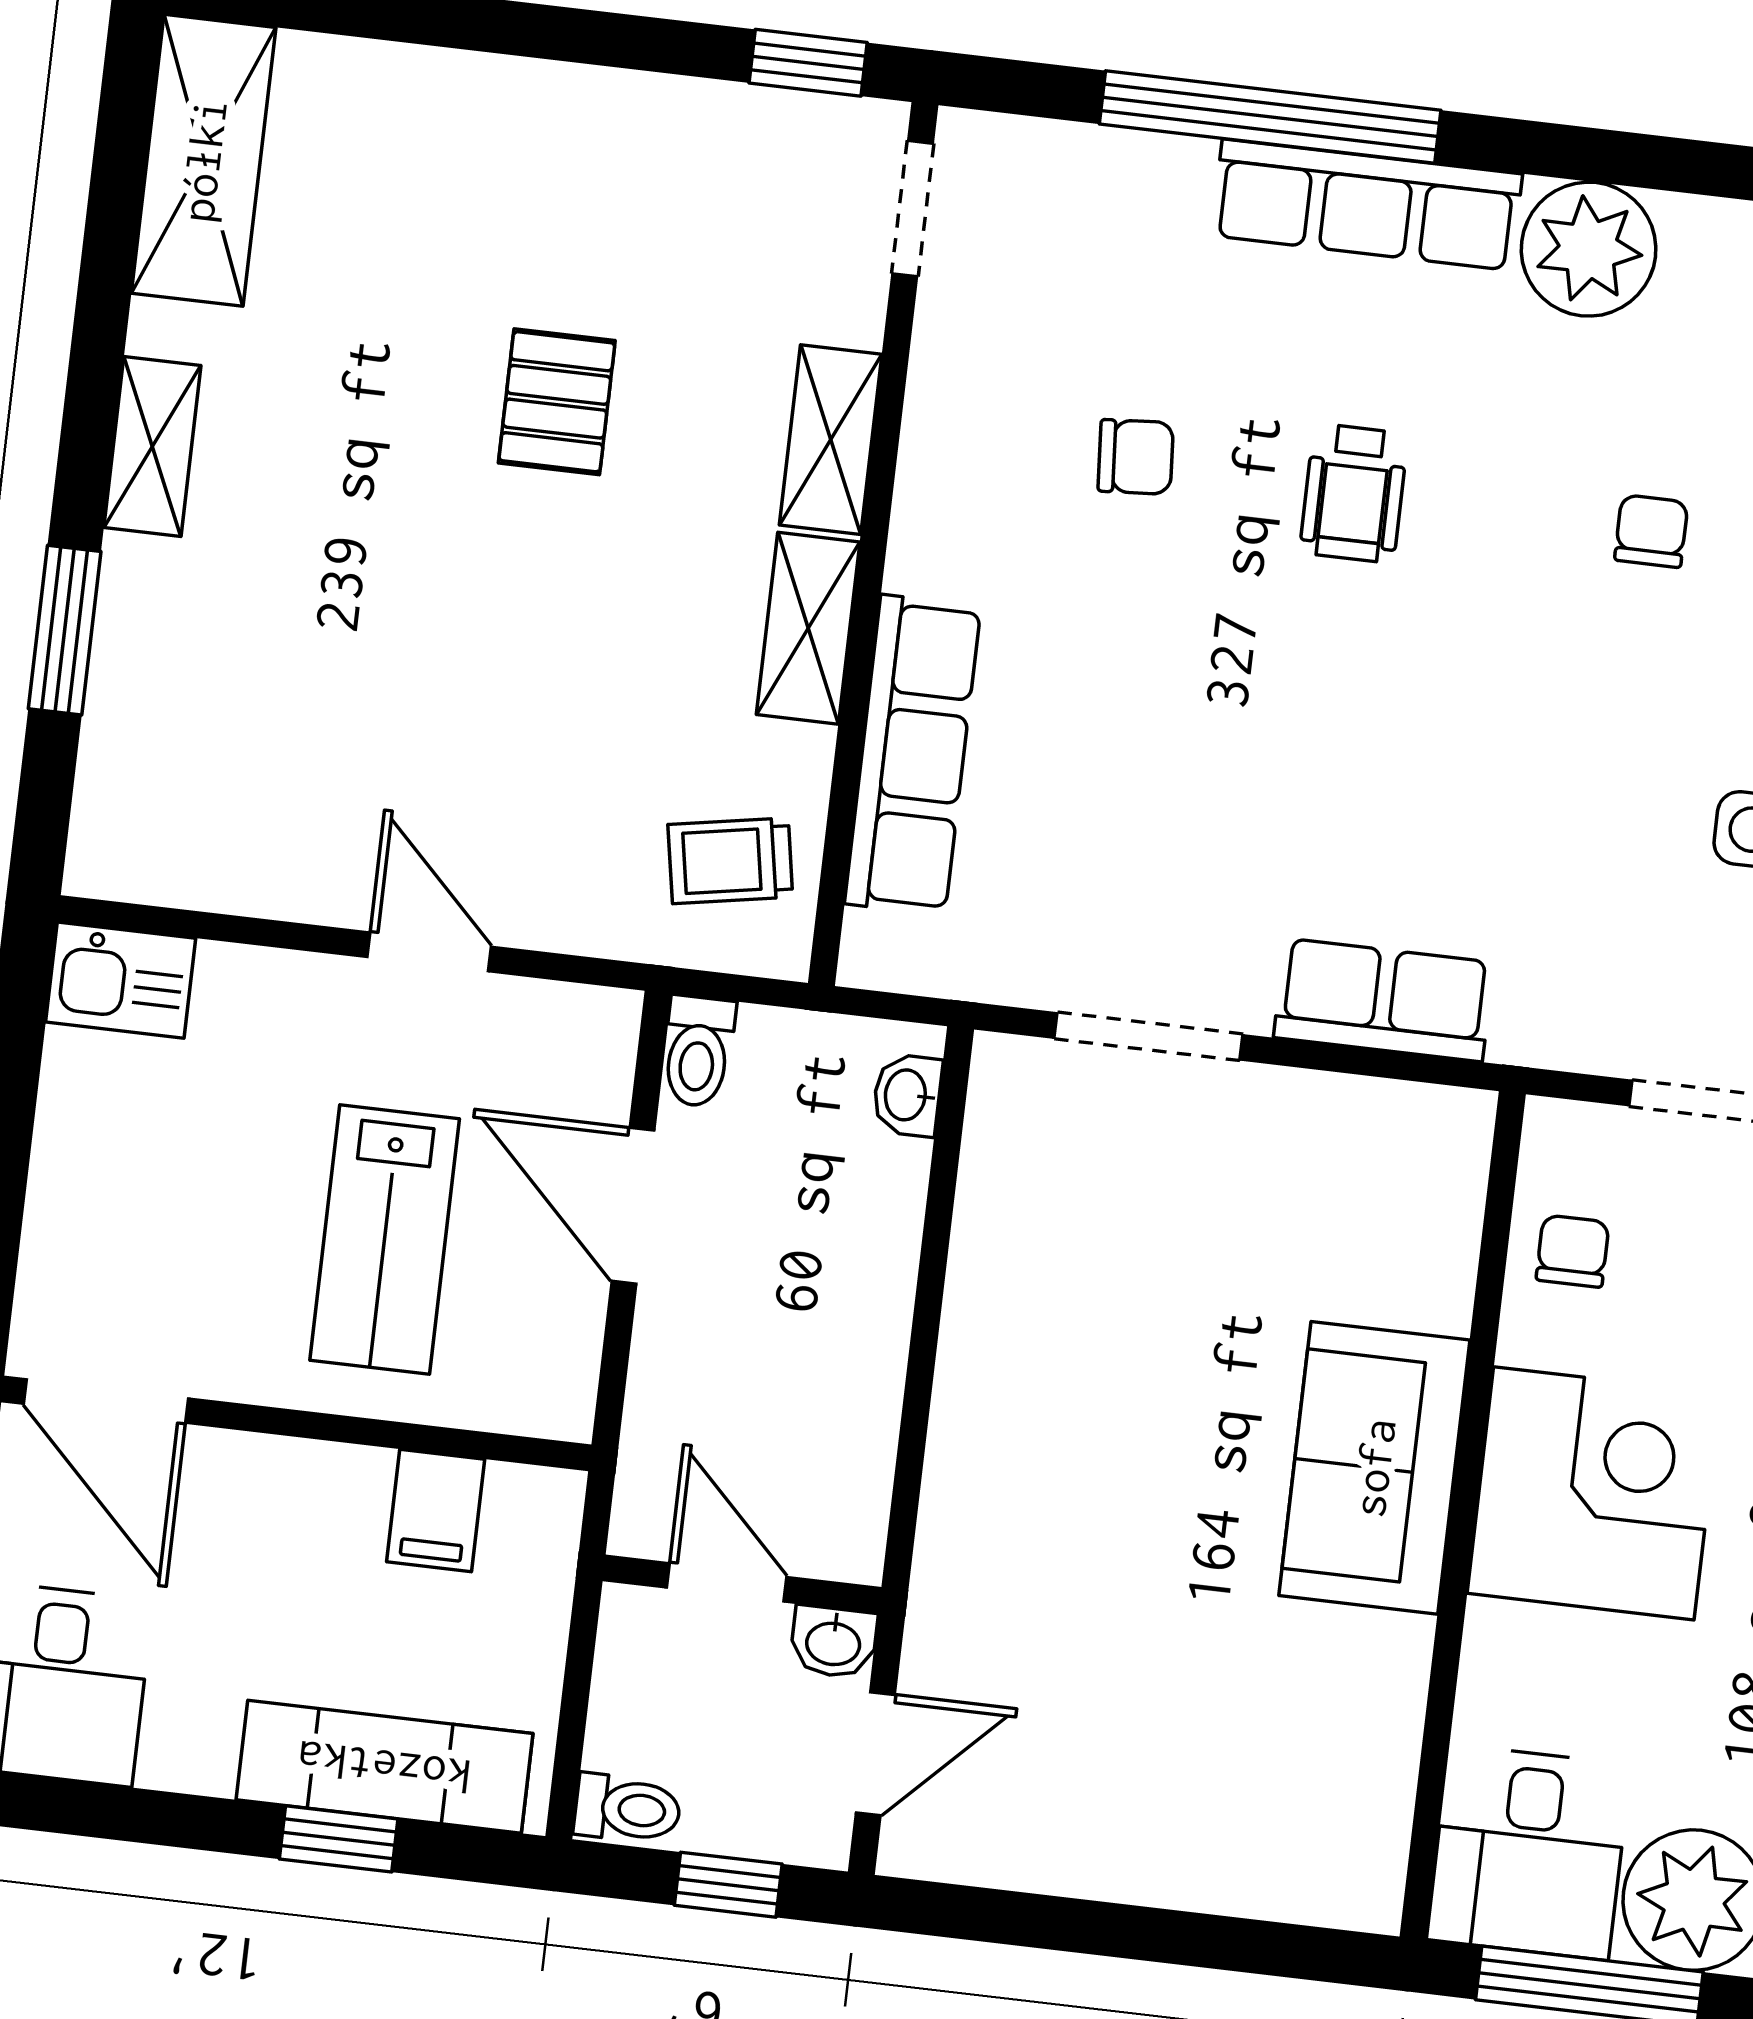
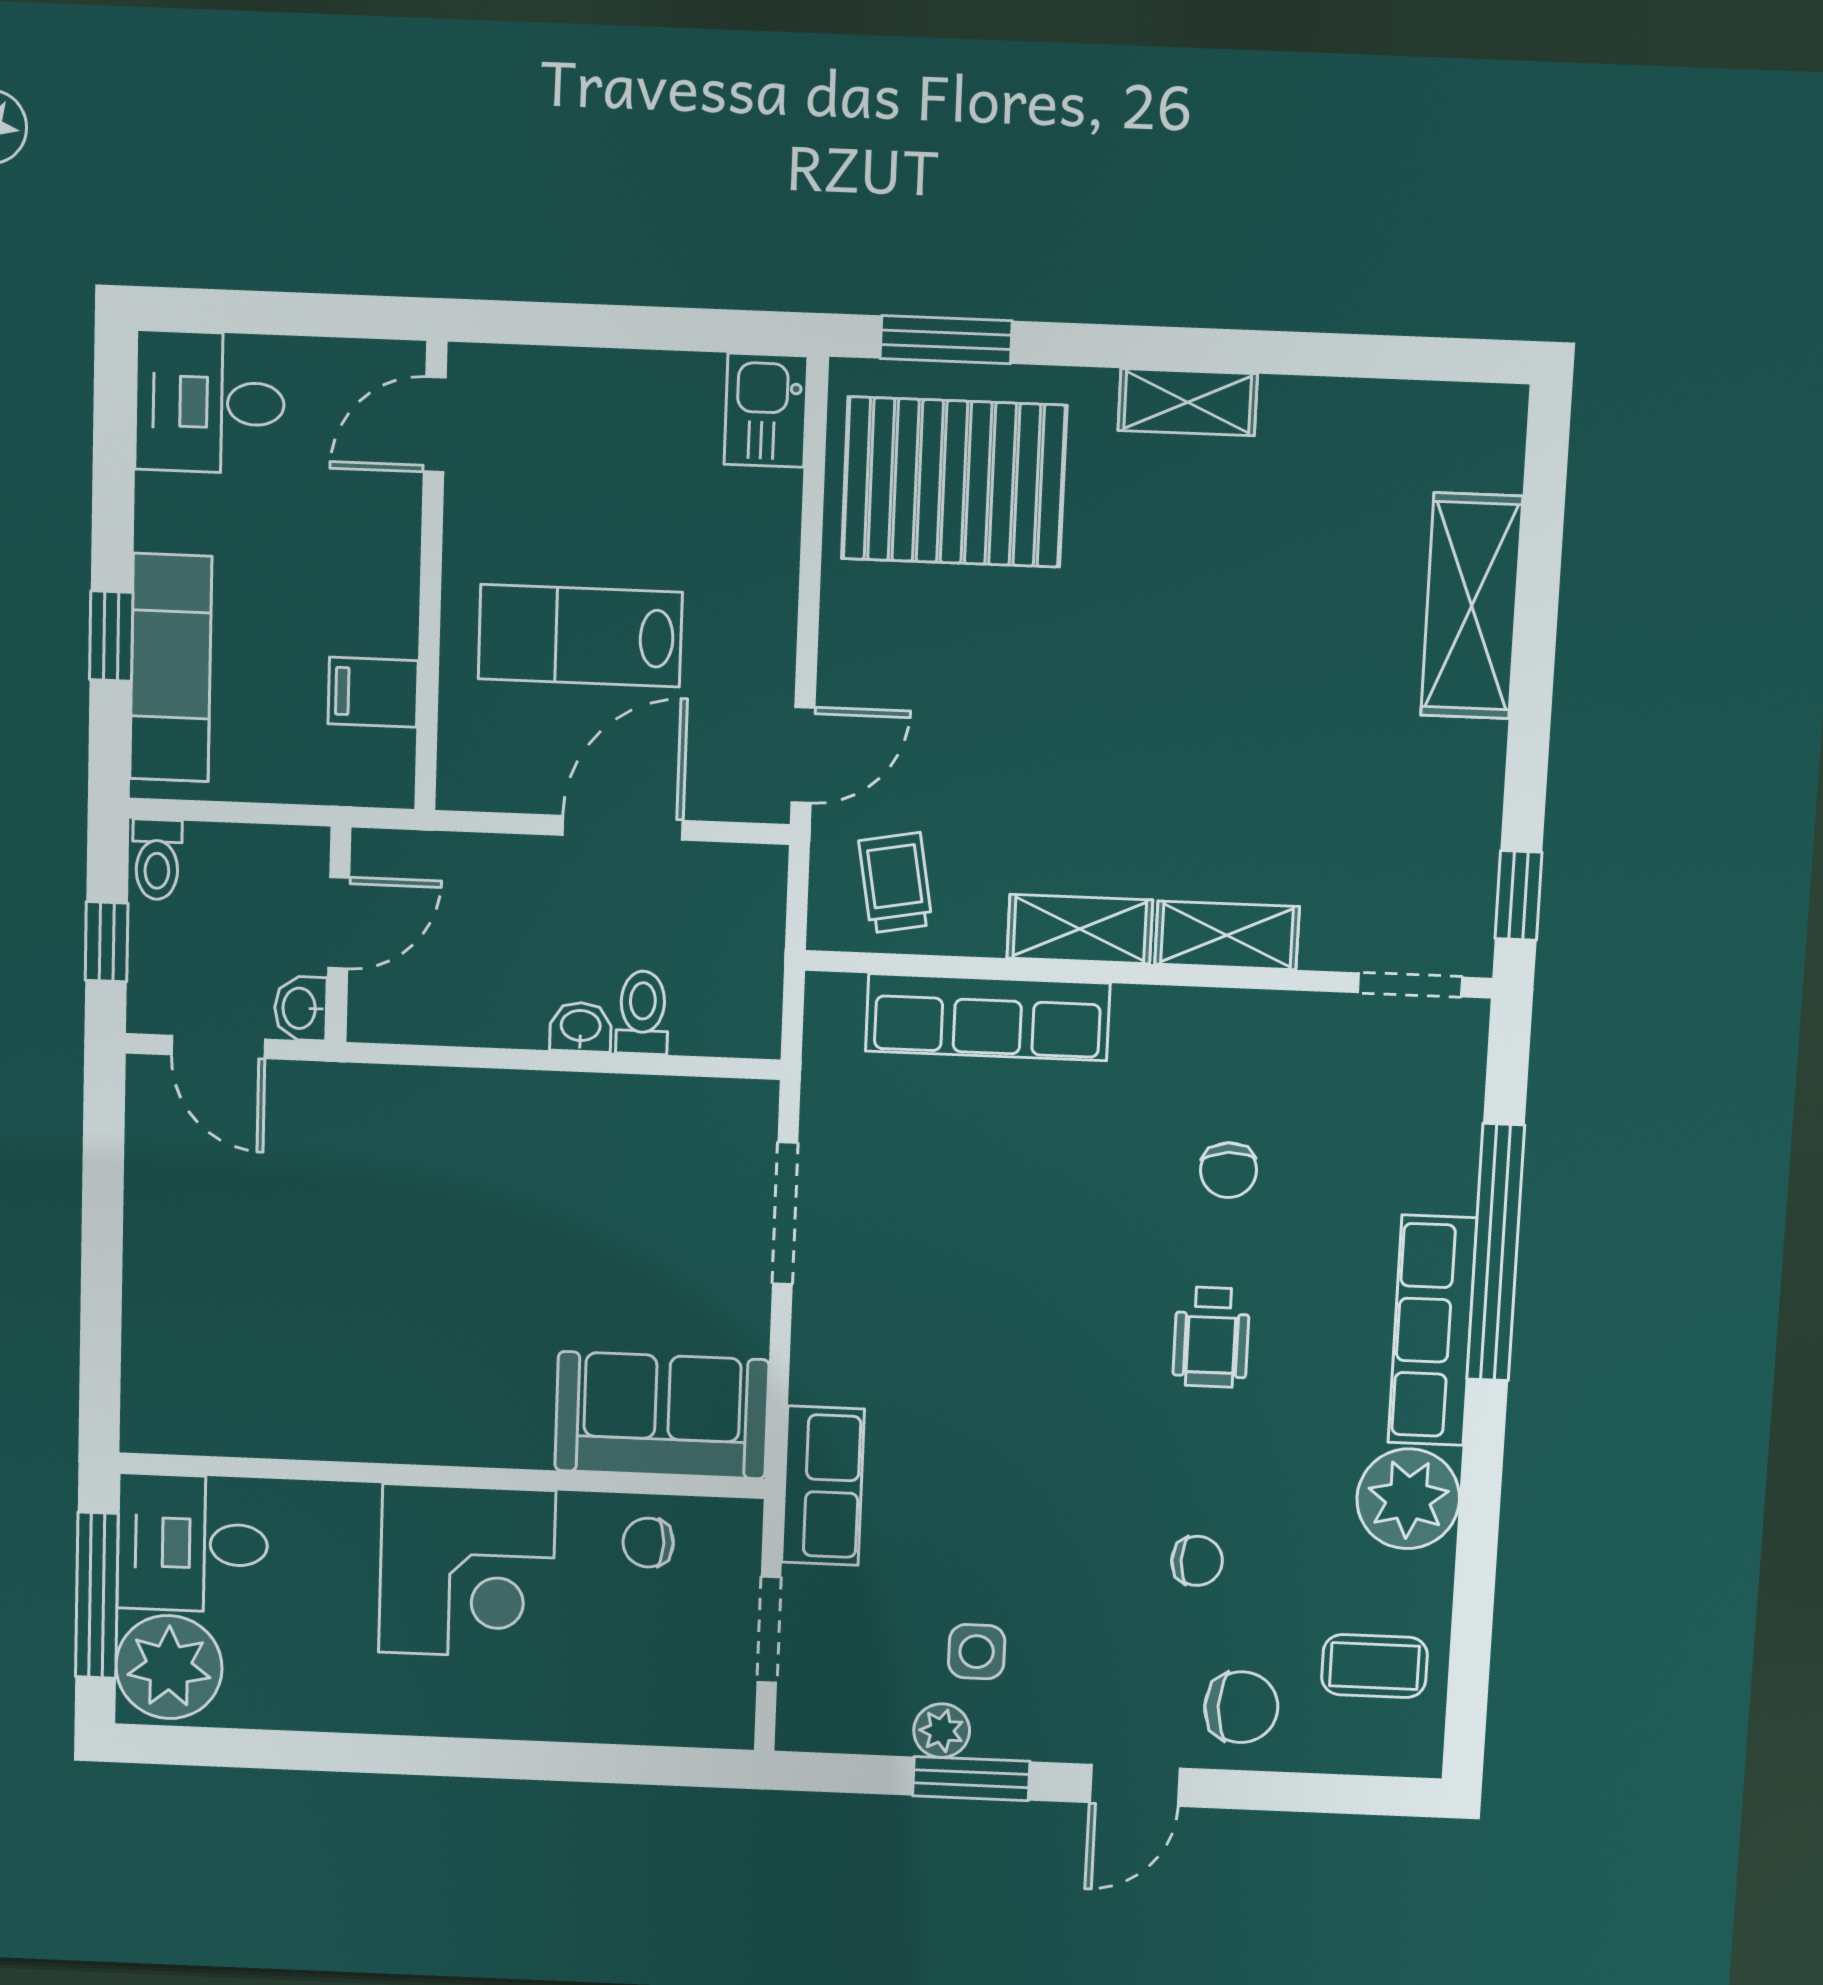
shelving: (204, 160) -> (1472, 606), moved, turned 90
pallet: (557, 402) -> (954, 482), moved, width x2.05, depth x2.00
wheelchair: (1354, 493) -> (1211, 1337), turned -90
window: (65, 630) -> (946, 340), moved
door: (429, 952) -> (803, 755), moved
row of seats: (1384, 1000) -> (823, 1486), moved
toilet: (698, 1051) -> (642, 1012), moved, turned 90
washbasin: (907, 1095) -> (581, 1027), moved
chair: (1573, 1251) -> (648, 1543), turned 180
door: (106, 1401) -> (435, 425), width x0.73
sofa: (1374, 1468) -> (662, 1415), moved

